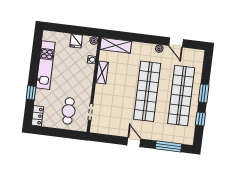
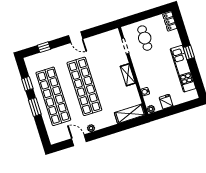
shelving: (102, 73) -> (128, 75), moved
window: (31, 93) -> (189, 52), moved
window: (168, 146) -> (44, 47), width x0.46

